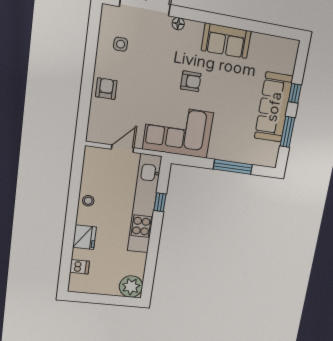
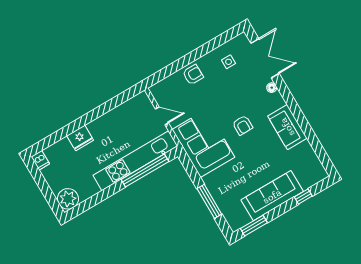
window: (295, 93) -> (303, 196), moved
window: (287, 132) -> (254, 226), moved
stool: (88, 201) -> (108, 121), removed
window: (160, 202) -> (145, 170), width x3.17
dishwasher: (80, 267) -> (40, 160), moved

